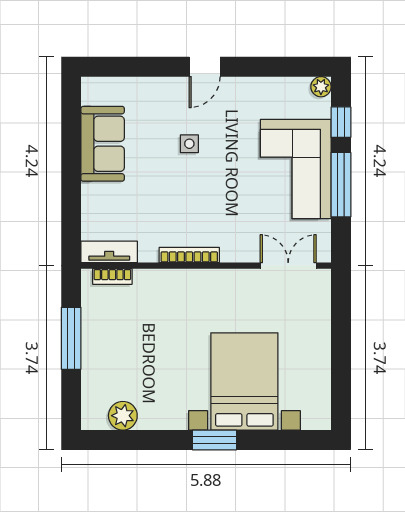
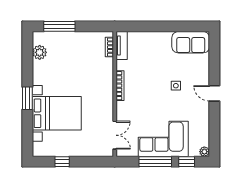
sofa: (103, 144) -> (191, 42), moved
window: (71, 338) -> (59, 26), moved
window: (341, 371) -> (62, 162), added

